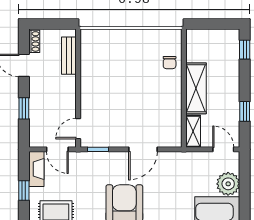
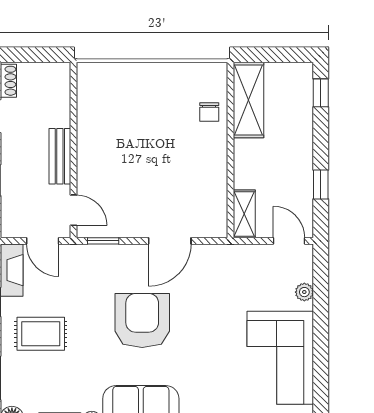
bench: (69, 56) -> (60, 156), moved
shelving: (196, 88) -> (249, 100), moved
door: (78, 129) -> (73, 210), swing flipped
plant: (228, 184) -> (304, 292), width x0.53, depth x0.53

